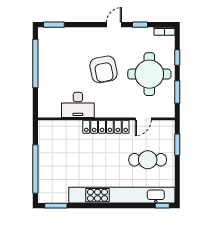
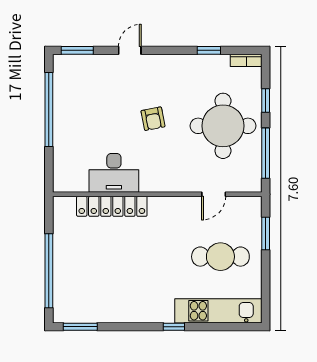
door: (114, 25) -> (130, 50), moved
armchair: (103, 69) -> (153, 119), width x0.53, depth x0.53
window: (177, 92) -> (266, 153), width x1.44
locker: (106, 127) -> (112, 206), moved
kitchen unit: (122, 195) -> (218, 311), width x0.54
window: (162, 206) -> (174, 327), moved

